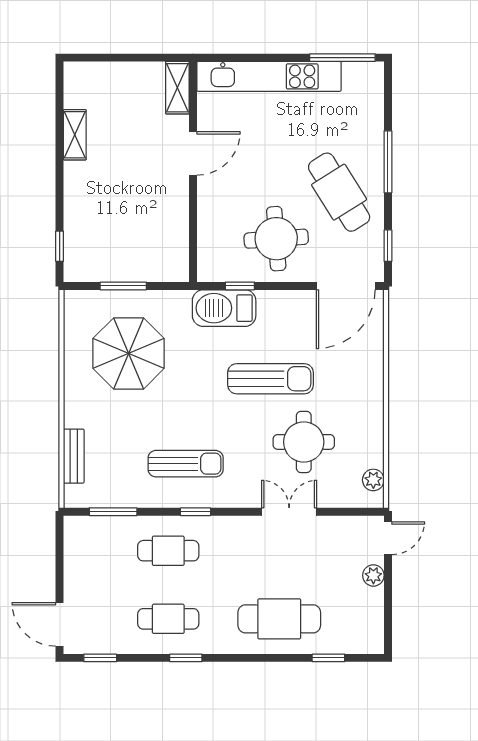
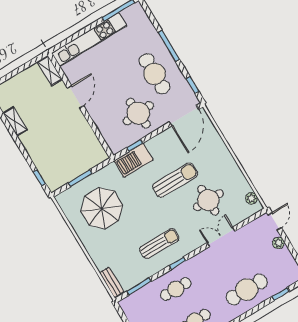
cafe table: (339, 192) -> (155, 74), turned 32
bench: (74, 456) -> (112, 282), moved

